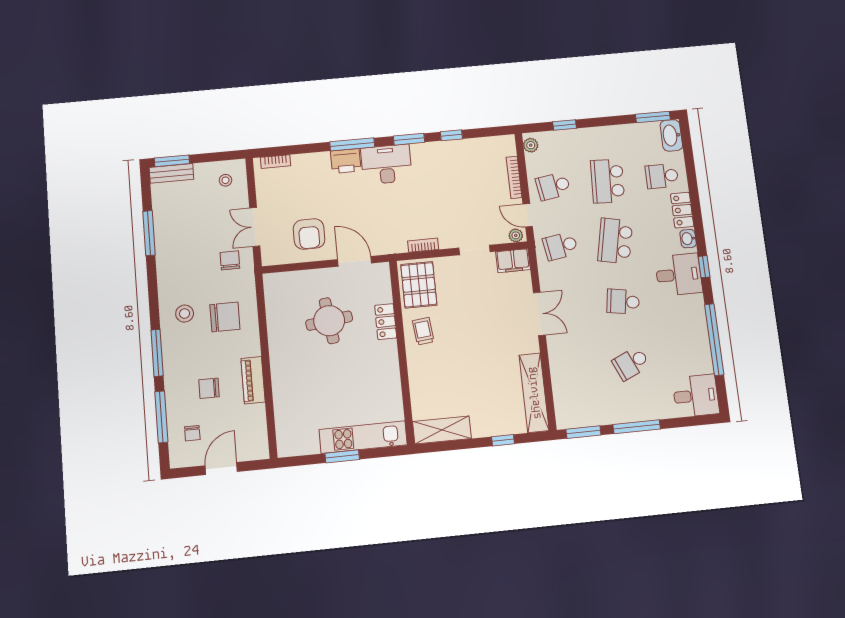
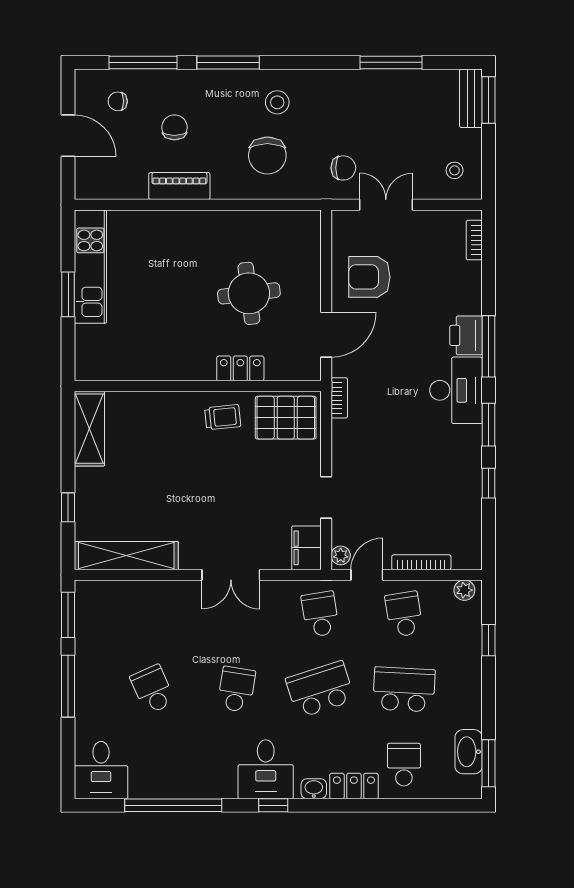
washbasin: (671, 135) -> (469, 752), moved, turned -90
school desk: (615, 241) -> (320, 689), turned -30
bookcase: (423, 245) -> (339, 398), moved
kitchen unit: (363, 437) -> (90, 267), moved

